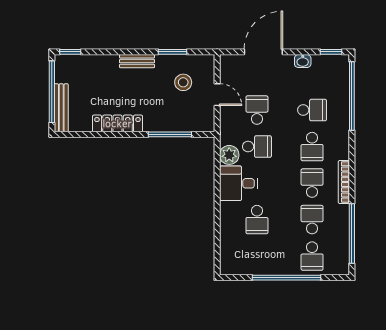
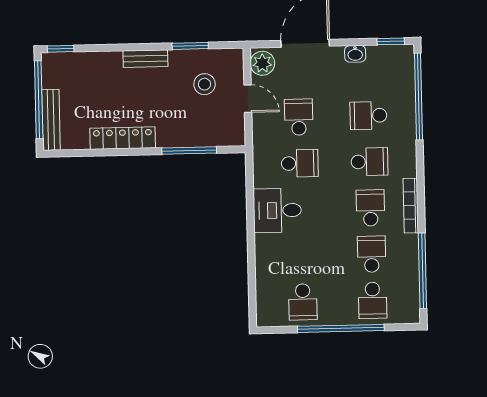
school desk: (312, 110) -> (368, 116), turned 180
school desk: (312, 147) -> (369, 162), turned -90
plant: (229, 155) -> (262, 63), moved
school desk: (257, 220) -> (303, 302), moved

